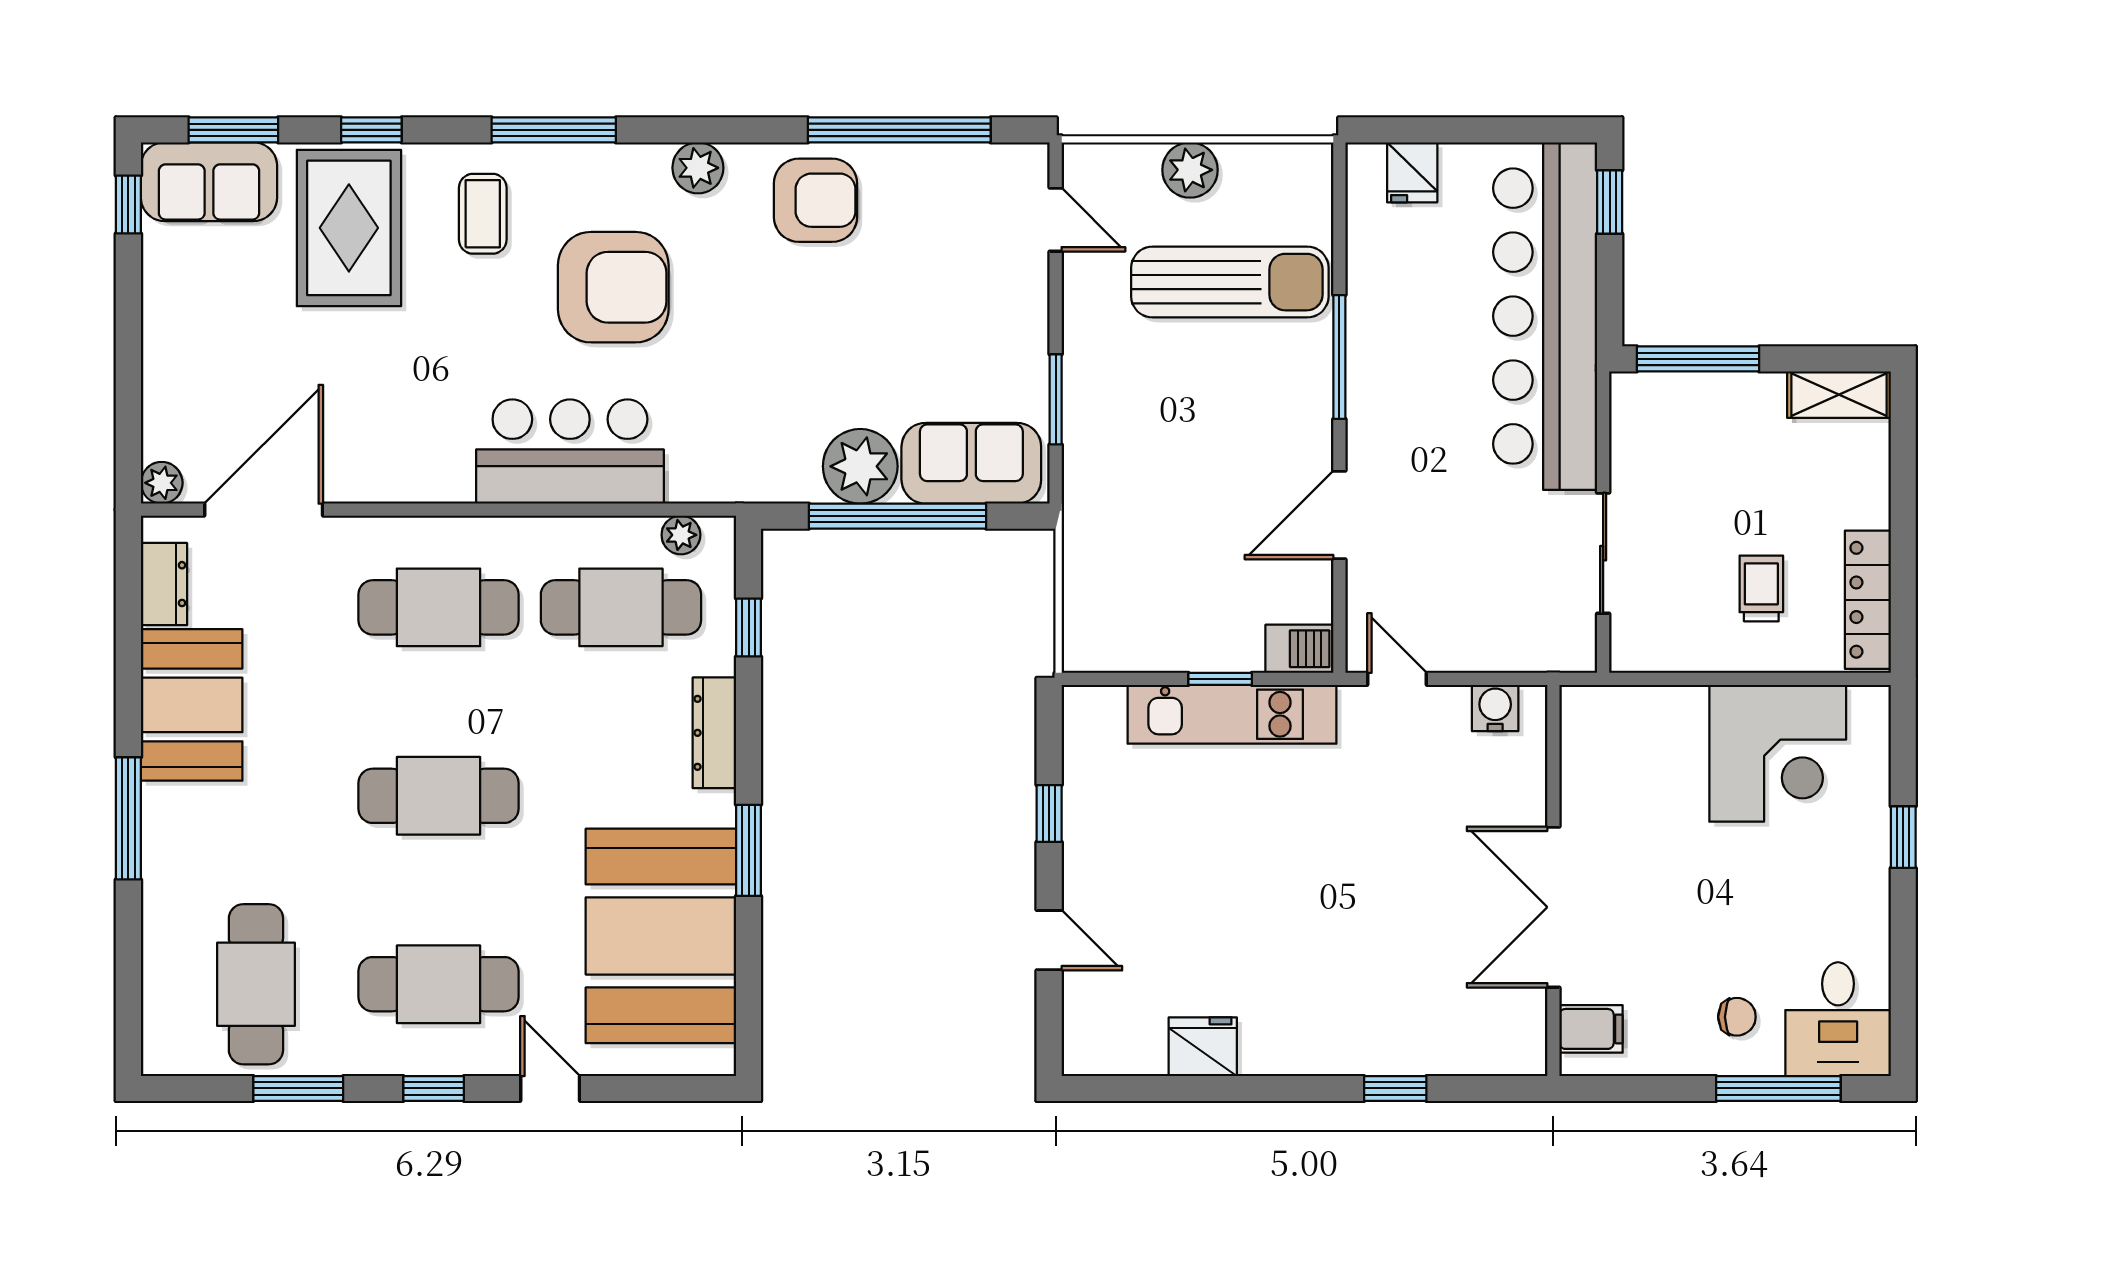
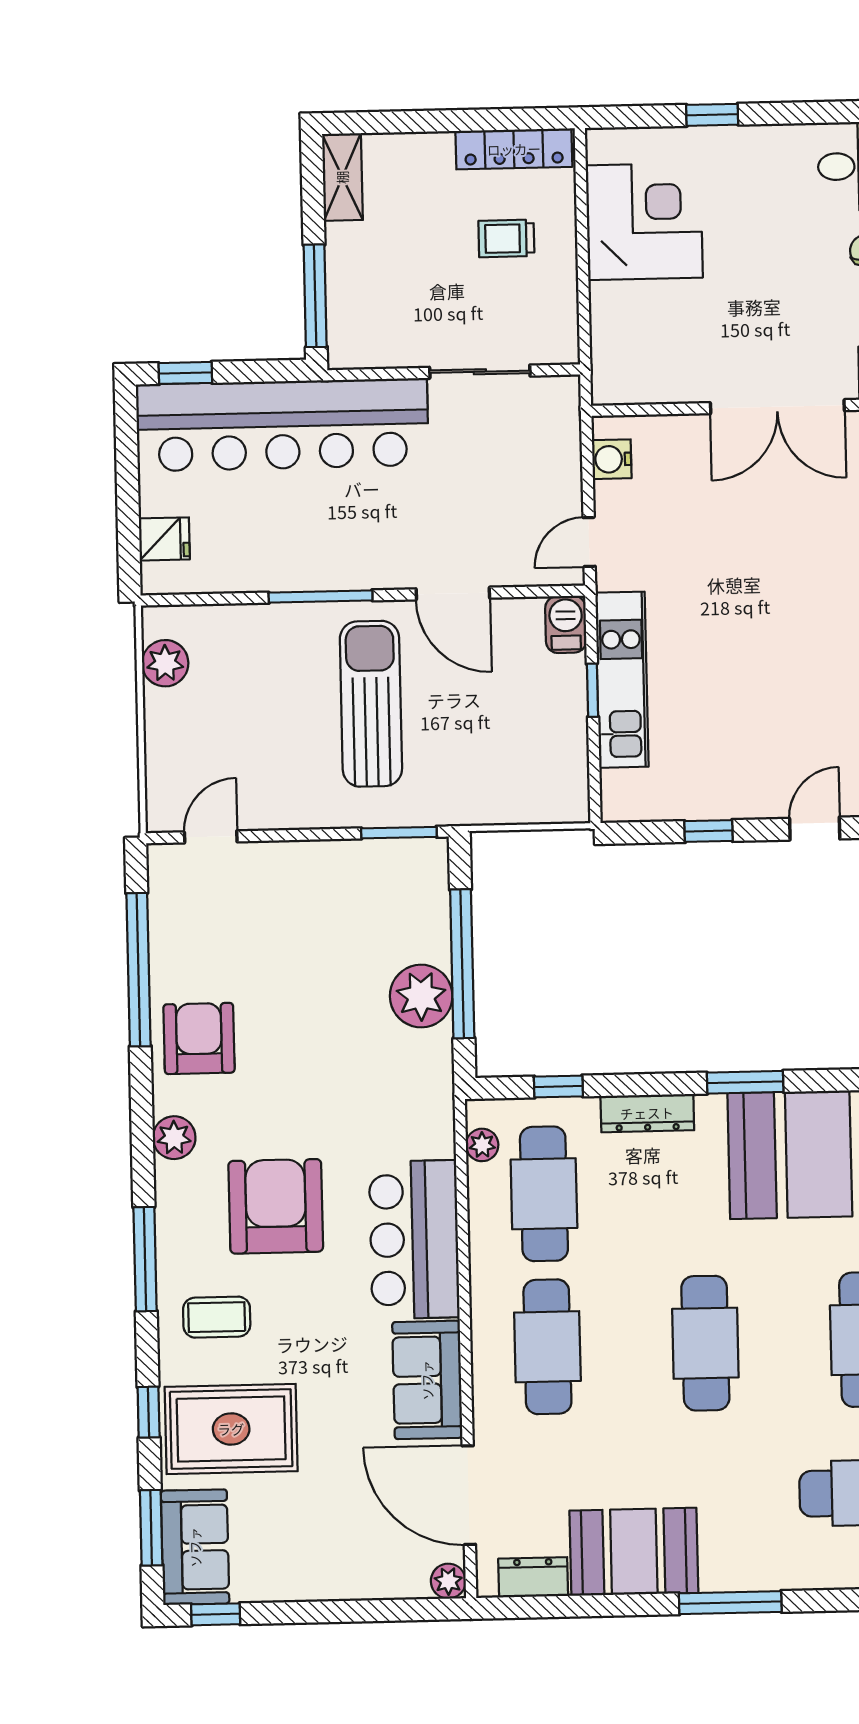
plant: (1190, 170) -> (165, 663), moved
sun lounger: (1230, 282) -> (371, 704), moved
window: (1056, 399) -> (399, 833), moved
sofa: (971, 463) -> (427, 1380), moved

